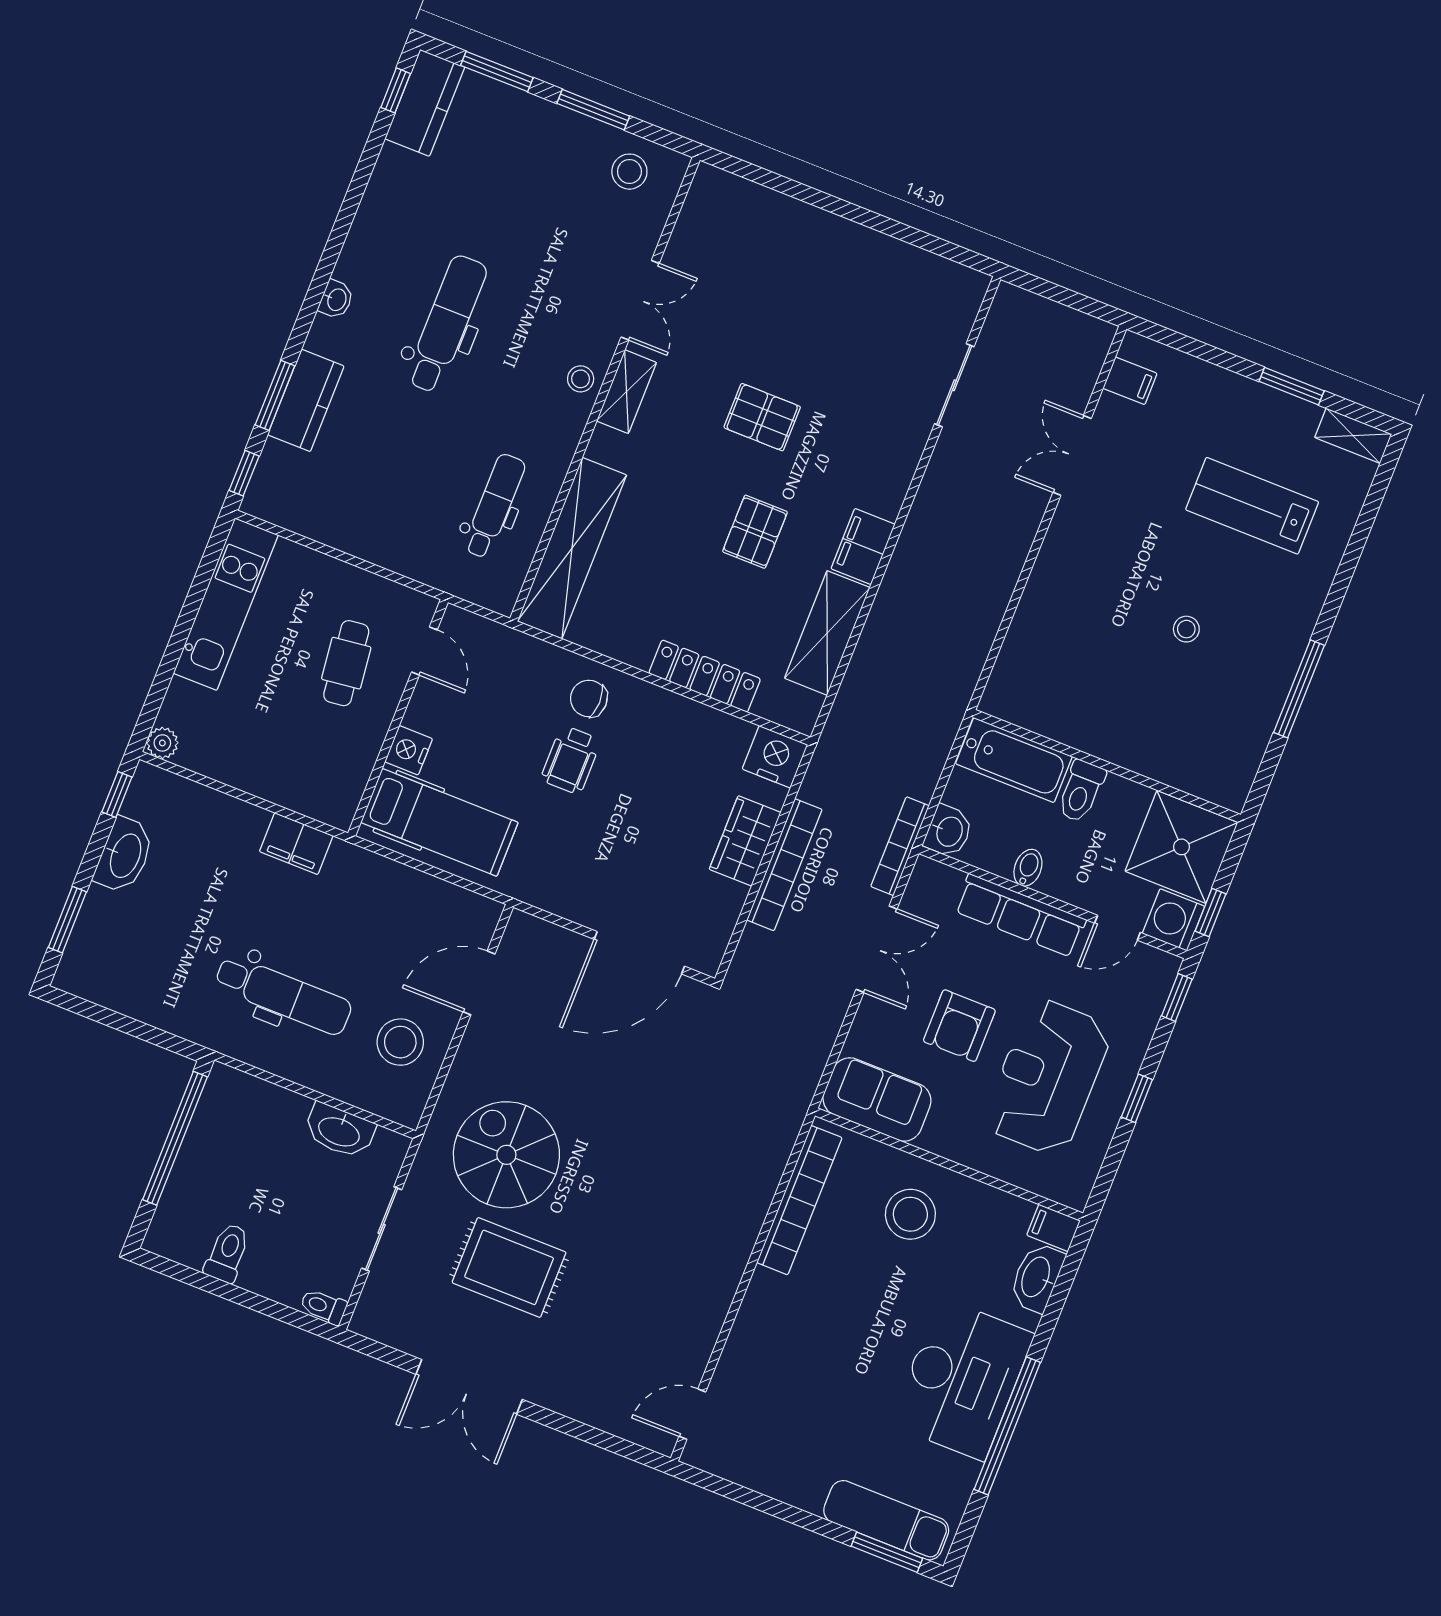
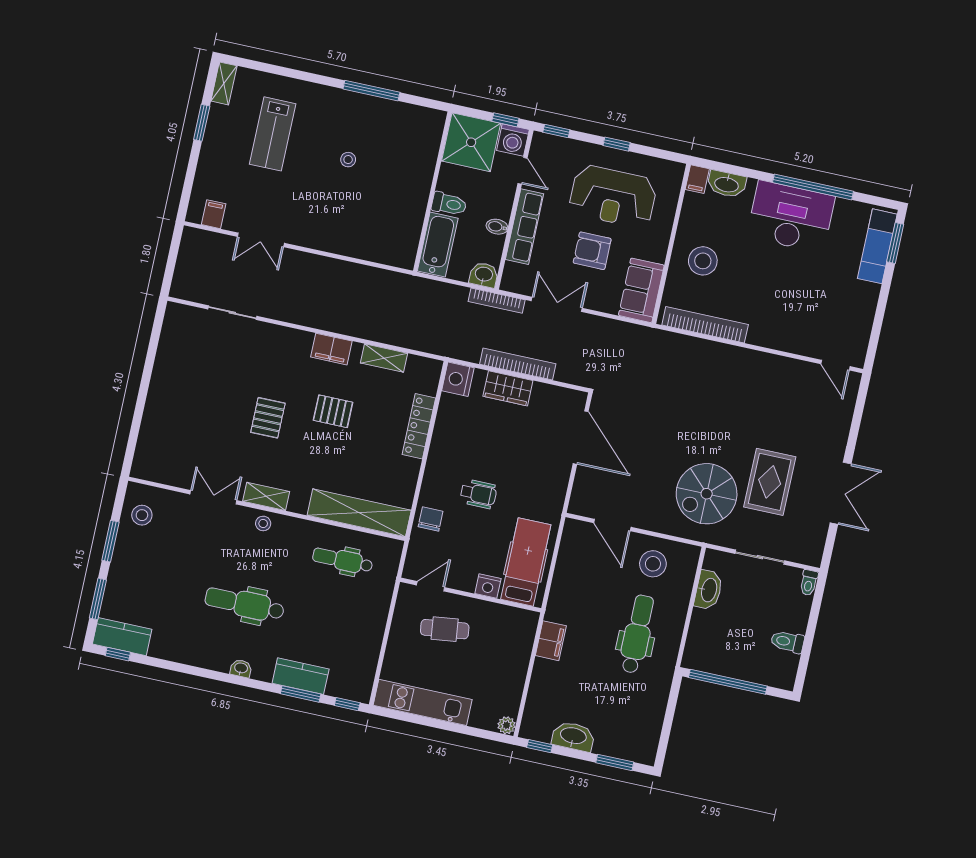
shelving: (827, 633) -> (384, 358), width x0.67, depth x0.75
chair: (589, 698) -> (431, 519), moved, turned 180
armchair: (959, 1026) -> (592, 251), turned 180

